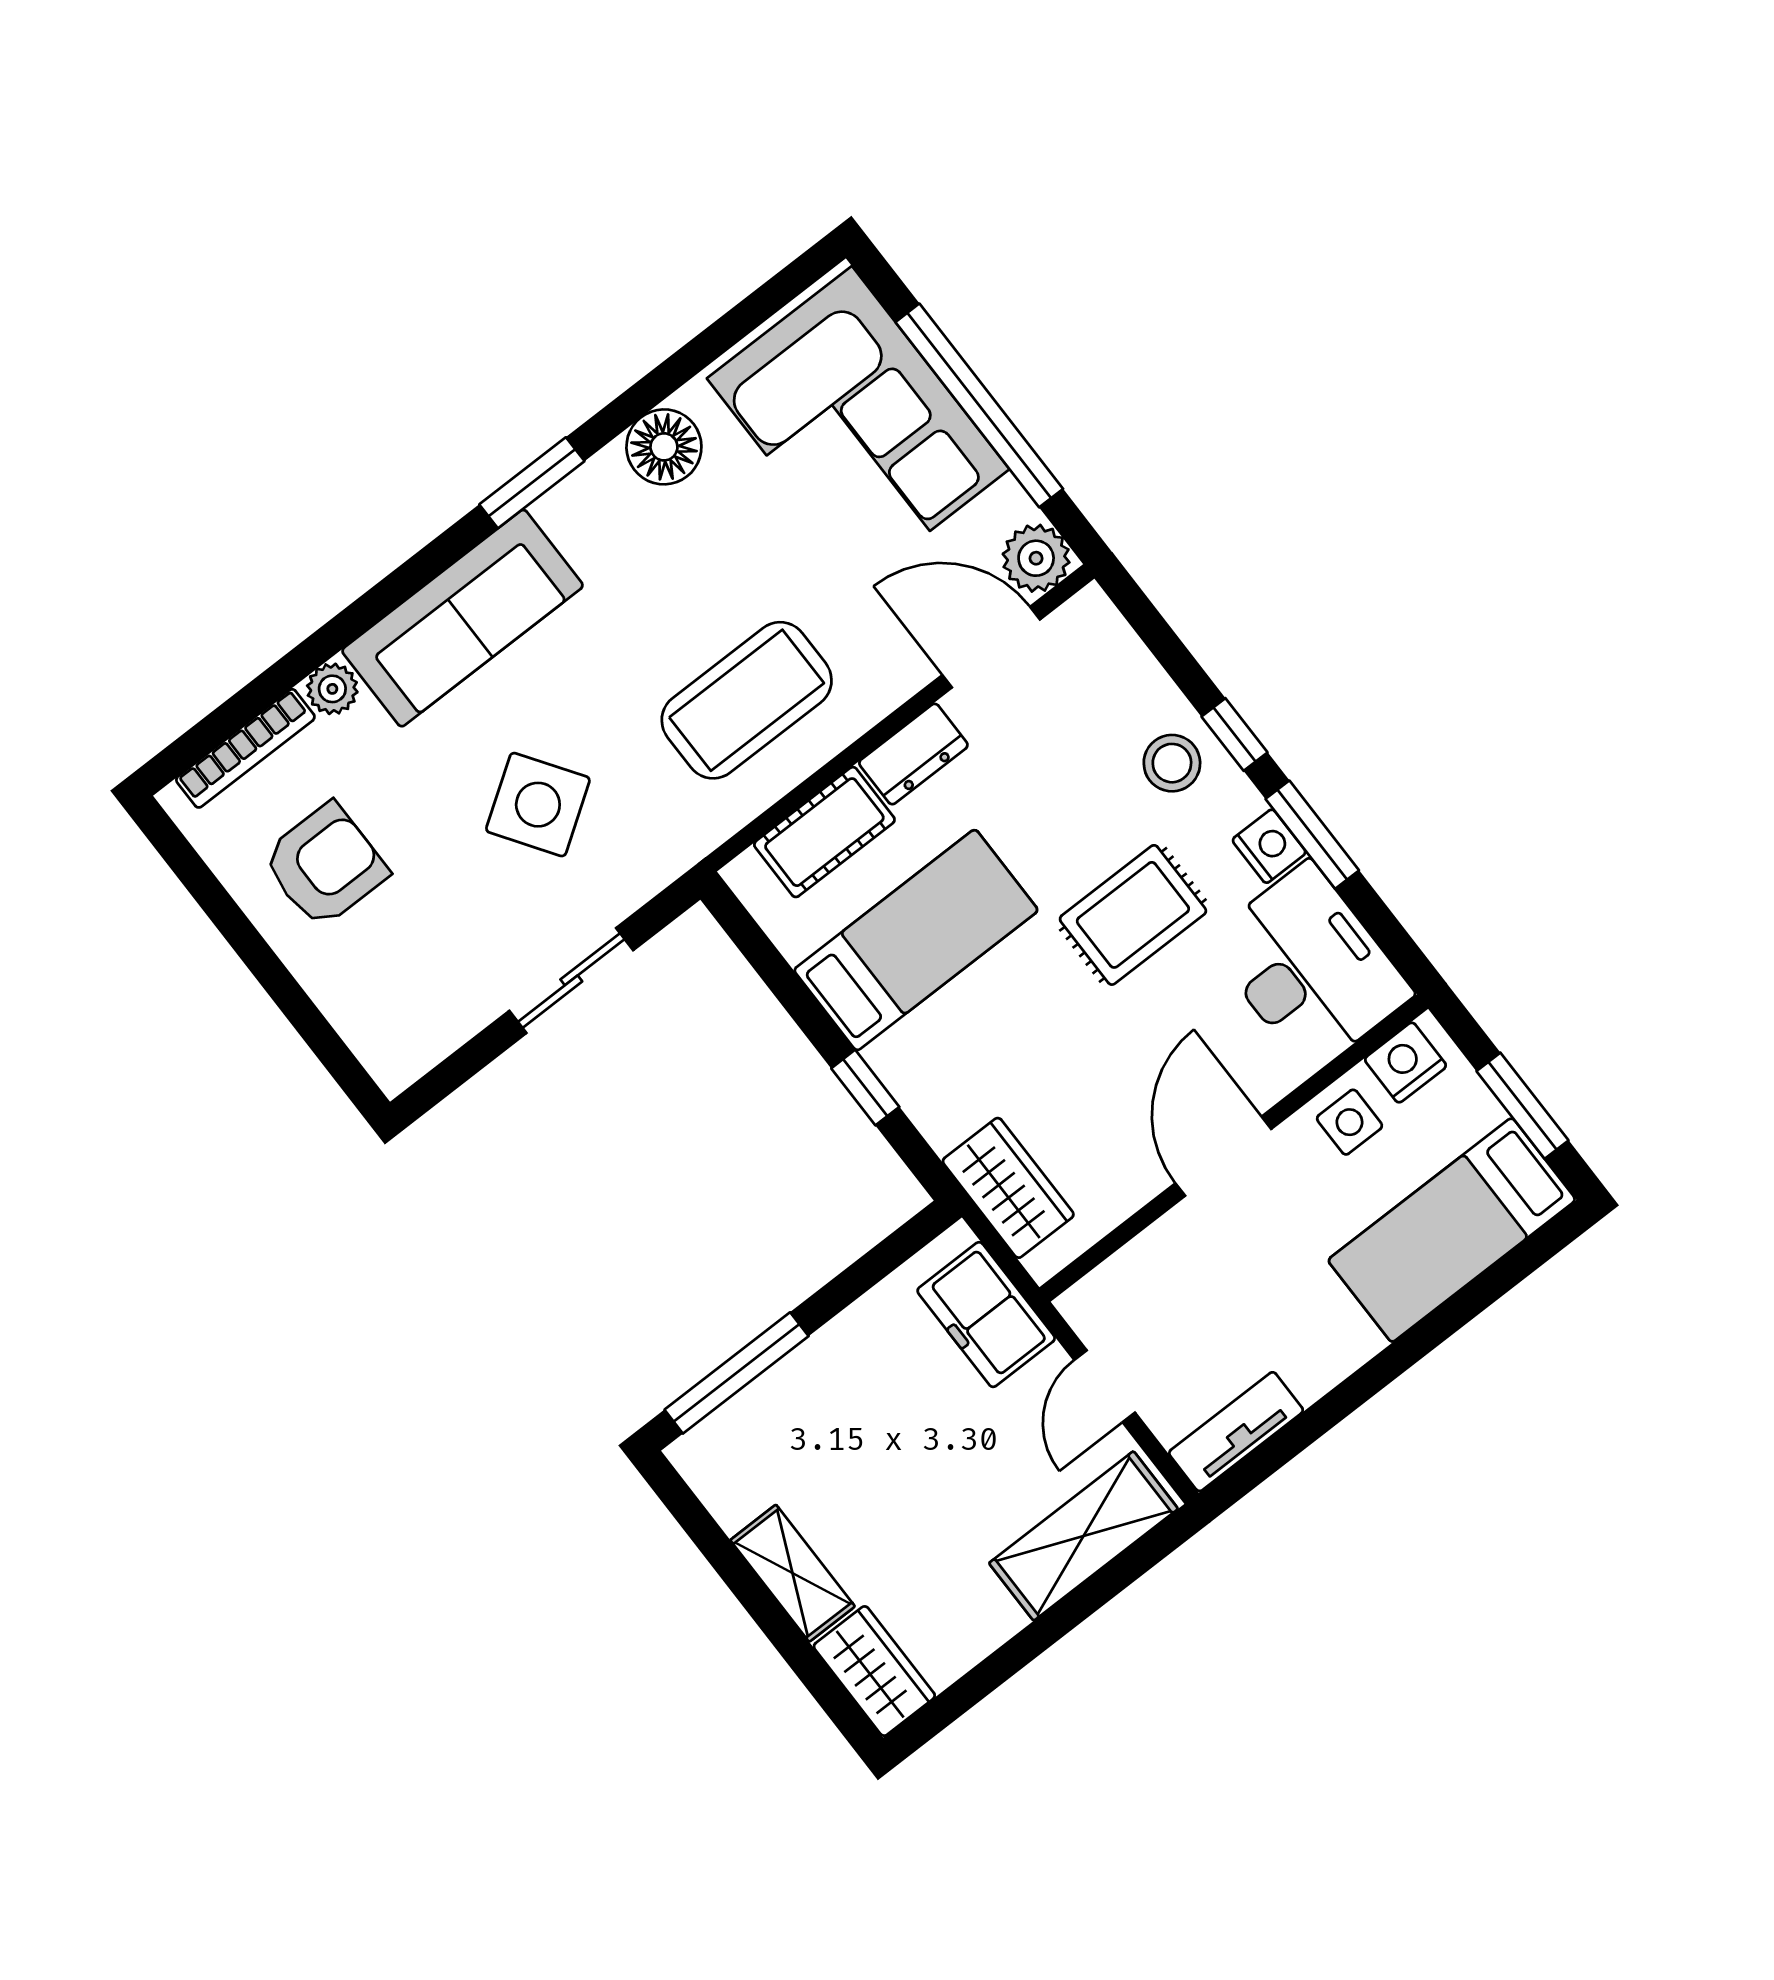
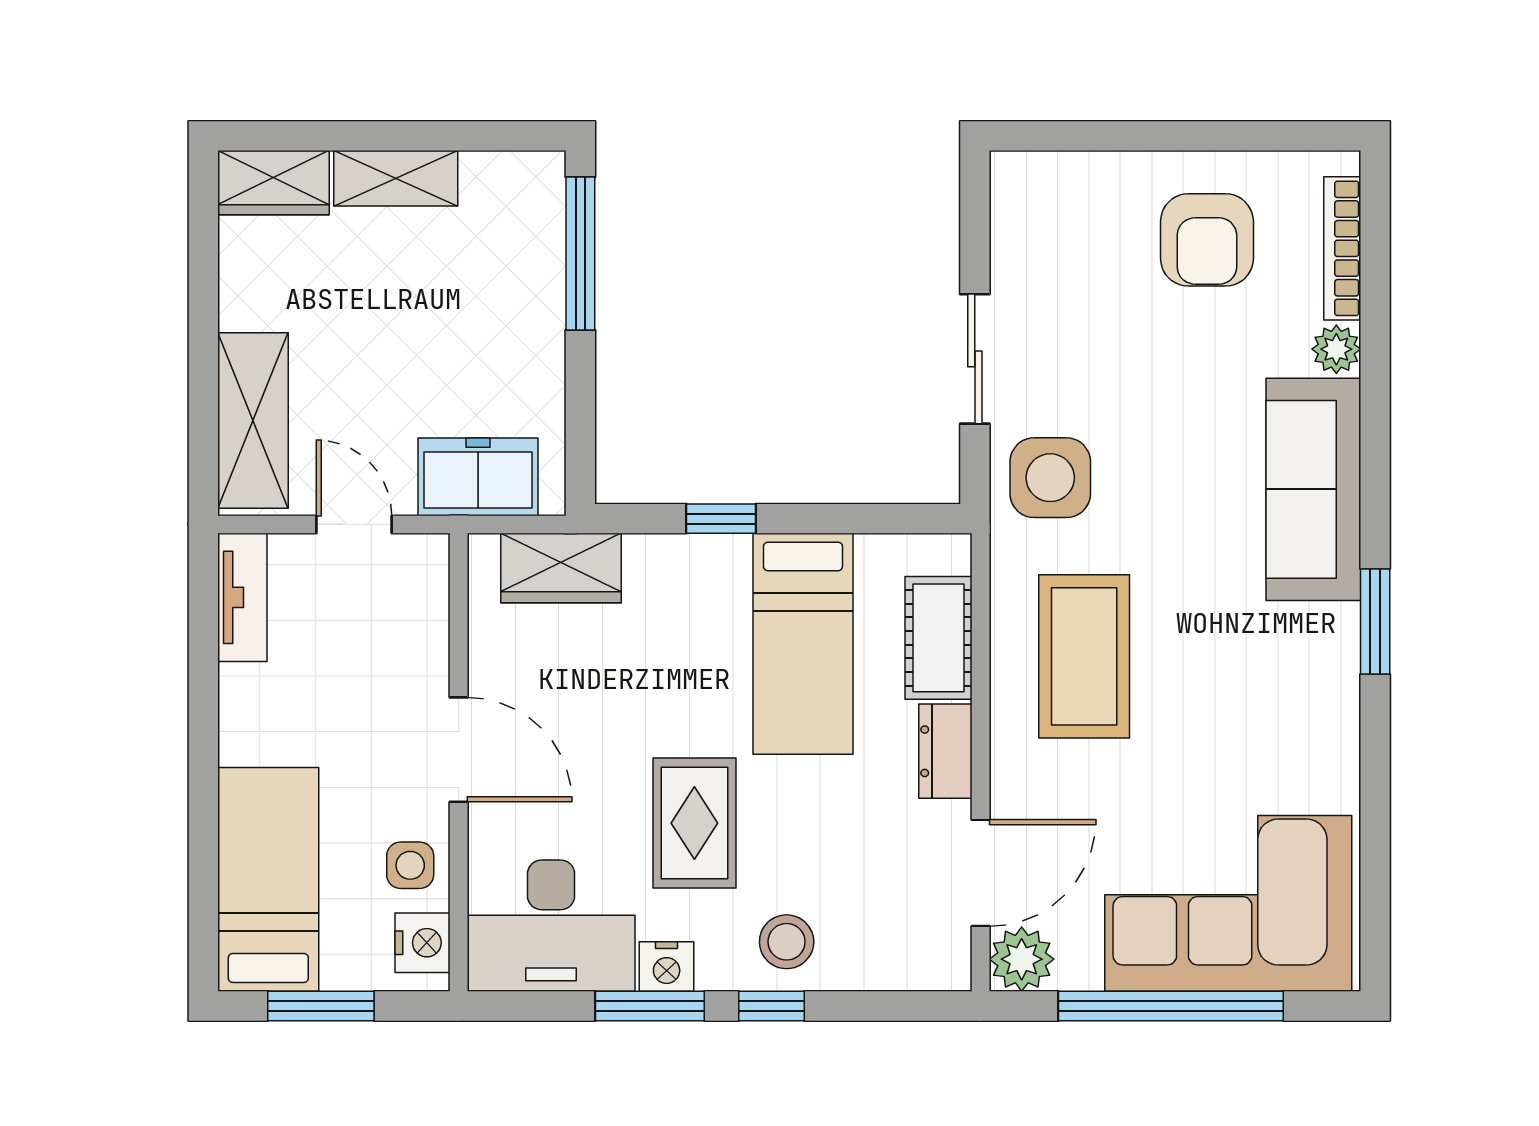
floor lamp: (664, 447) -> (1325, 743), removed
side table: (538, 805) -> (1050, 478), moved, turned 34

